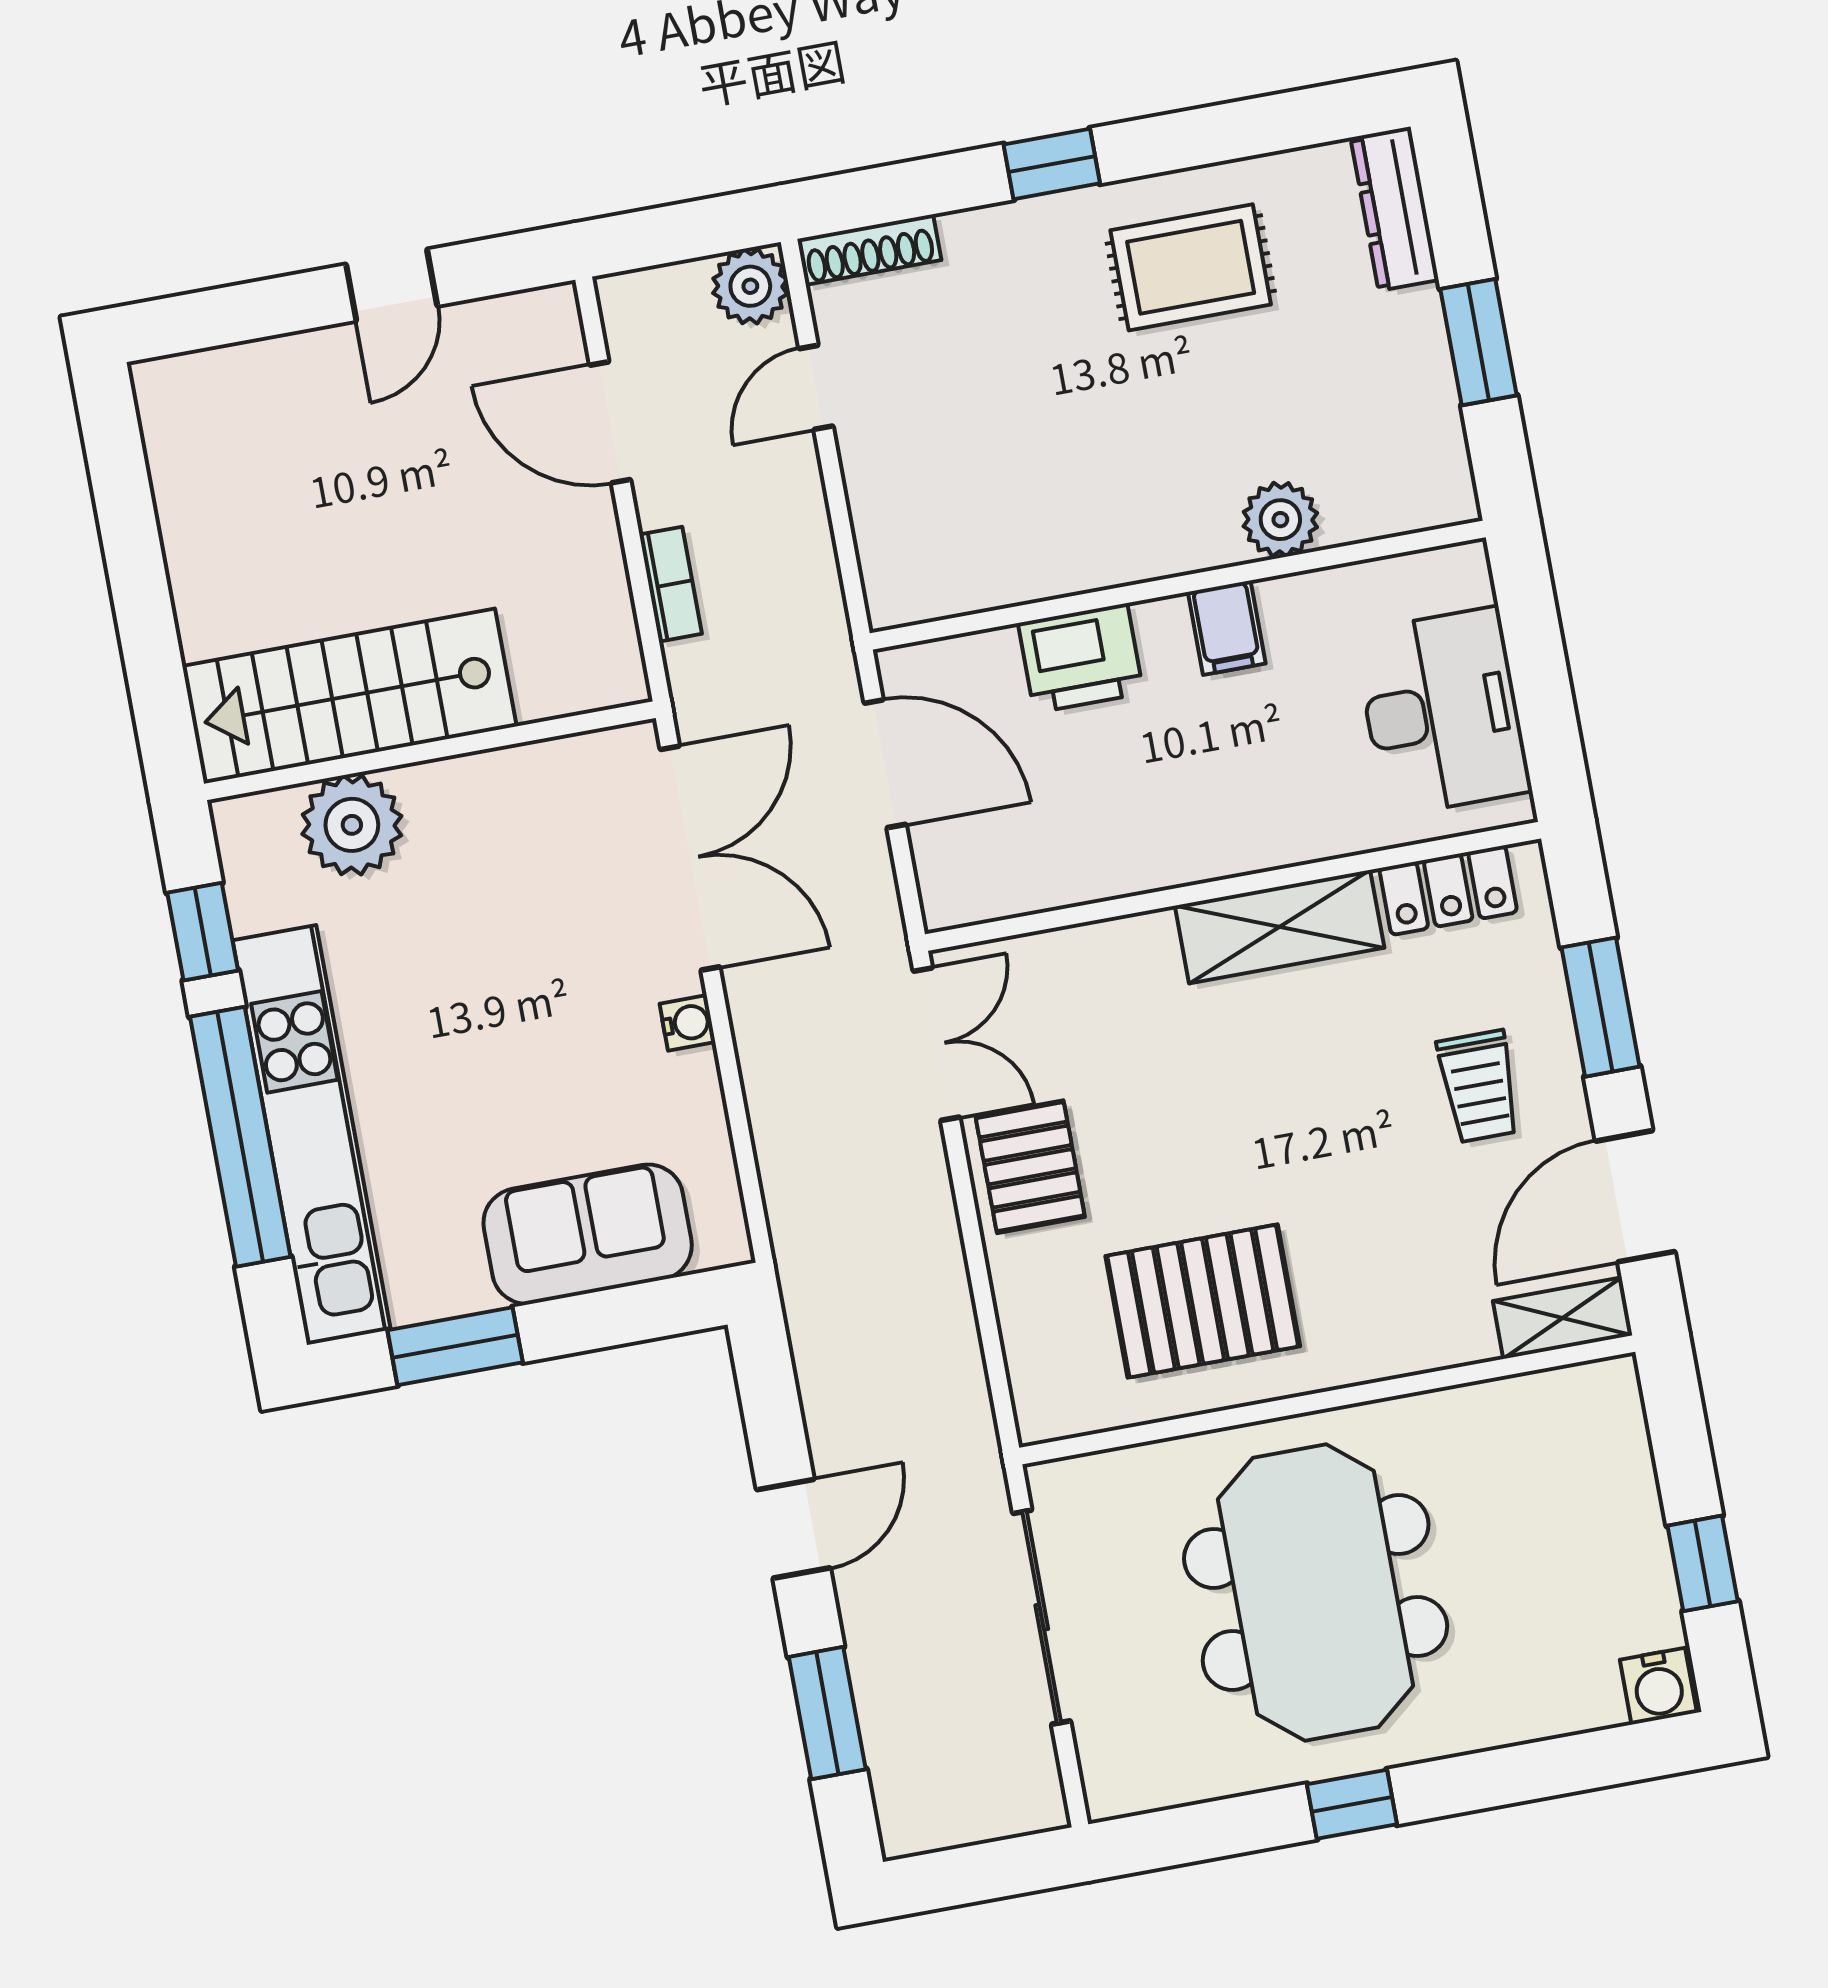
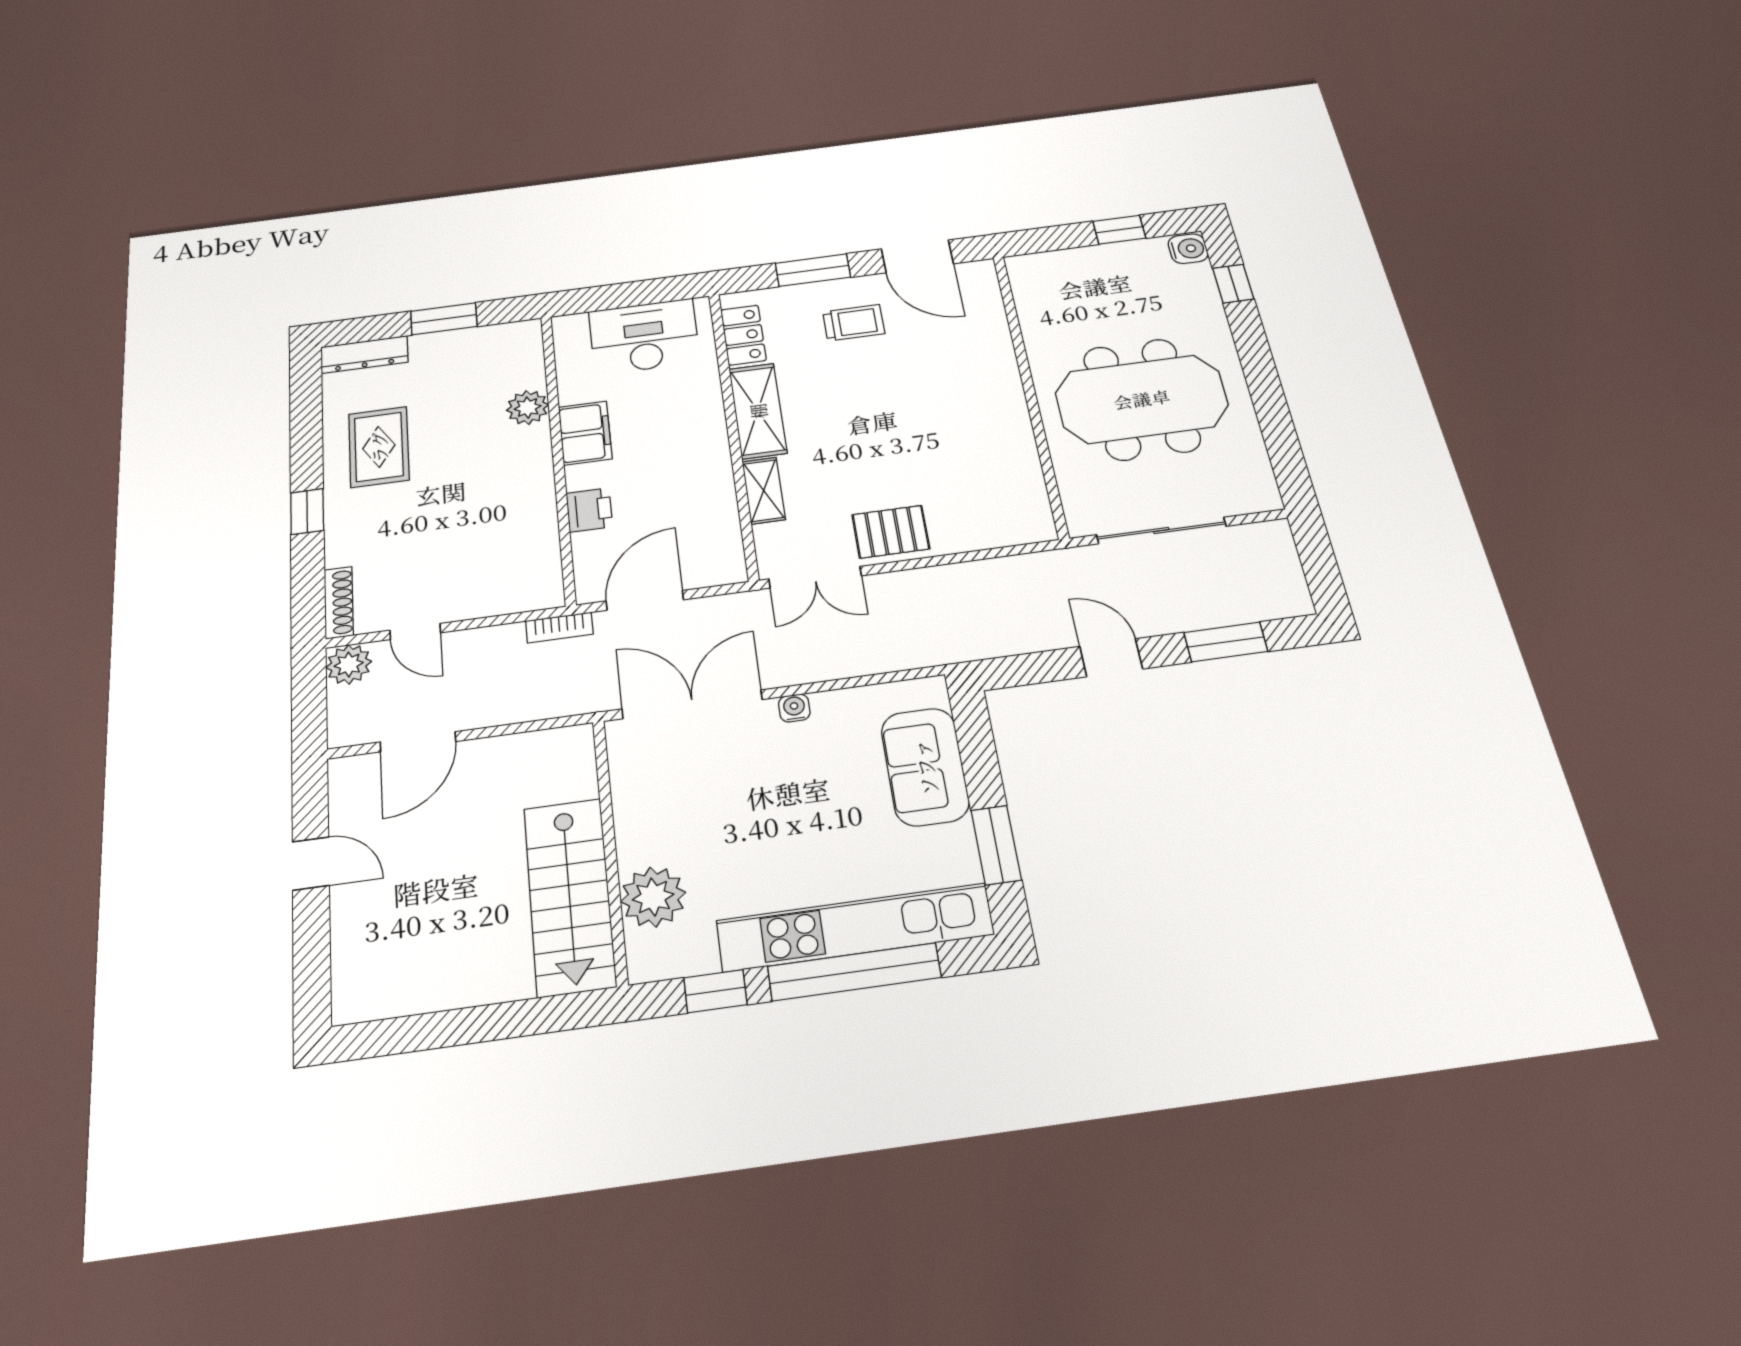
bookcase: (671, 584) -> (559, 628), moved, turned 180
filing cabinet: (1227, 628) -> (585, 433), width x2.00
printer: (1081, 658) -> (589, 510), width x0.73, depth x0.81
double door: (937, 1044) -> (815, 577), swing flipped
pallet: (1203, 1301) -> (972, 450), removed
shelving: (1563, 1318) -> (764, 491), moved
window: (1352, 1804) -> (1233, 284), moved

